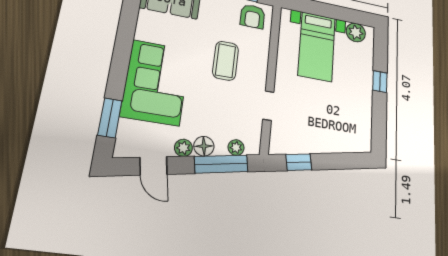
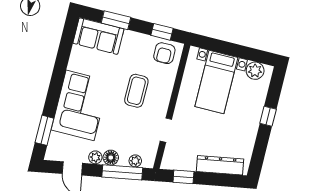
dresser: (339, 143) -> (220, 165), added

